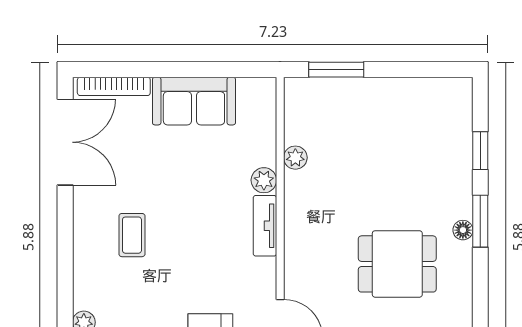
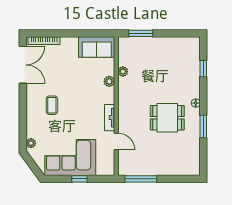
sofa: (194, 101) -> (97, 47), moved
window: (480, 221) -> (203, 126), moved
tv unit: (265, 226) -> (110, 118), moved

